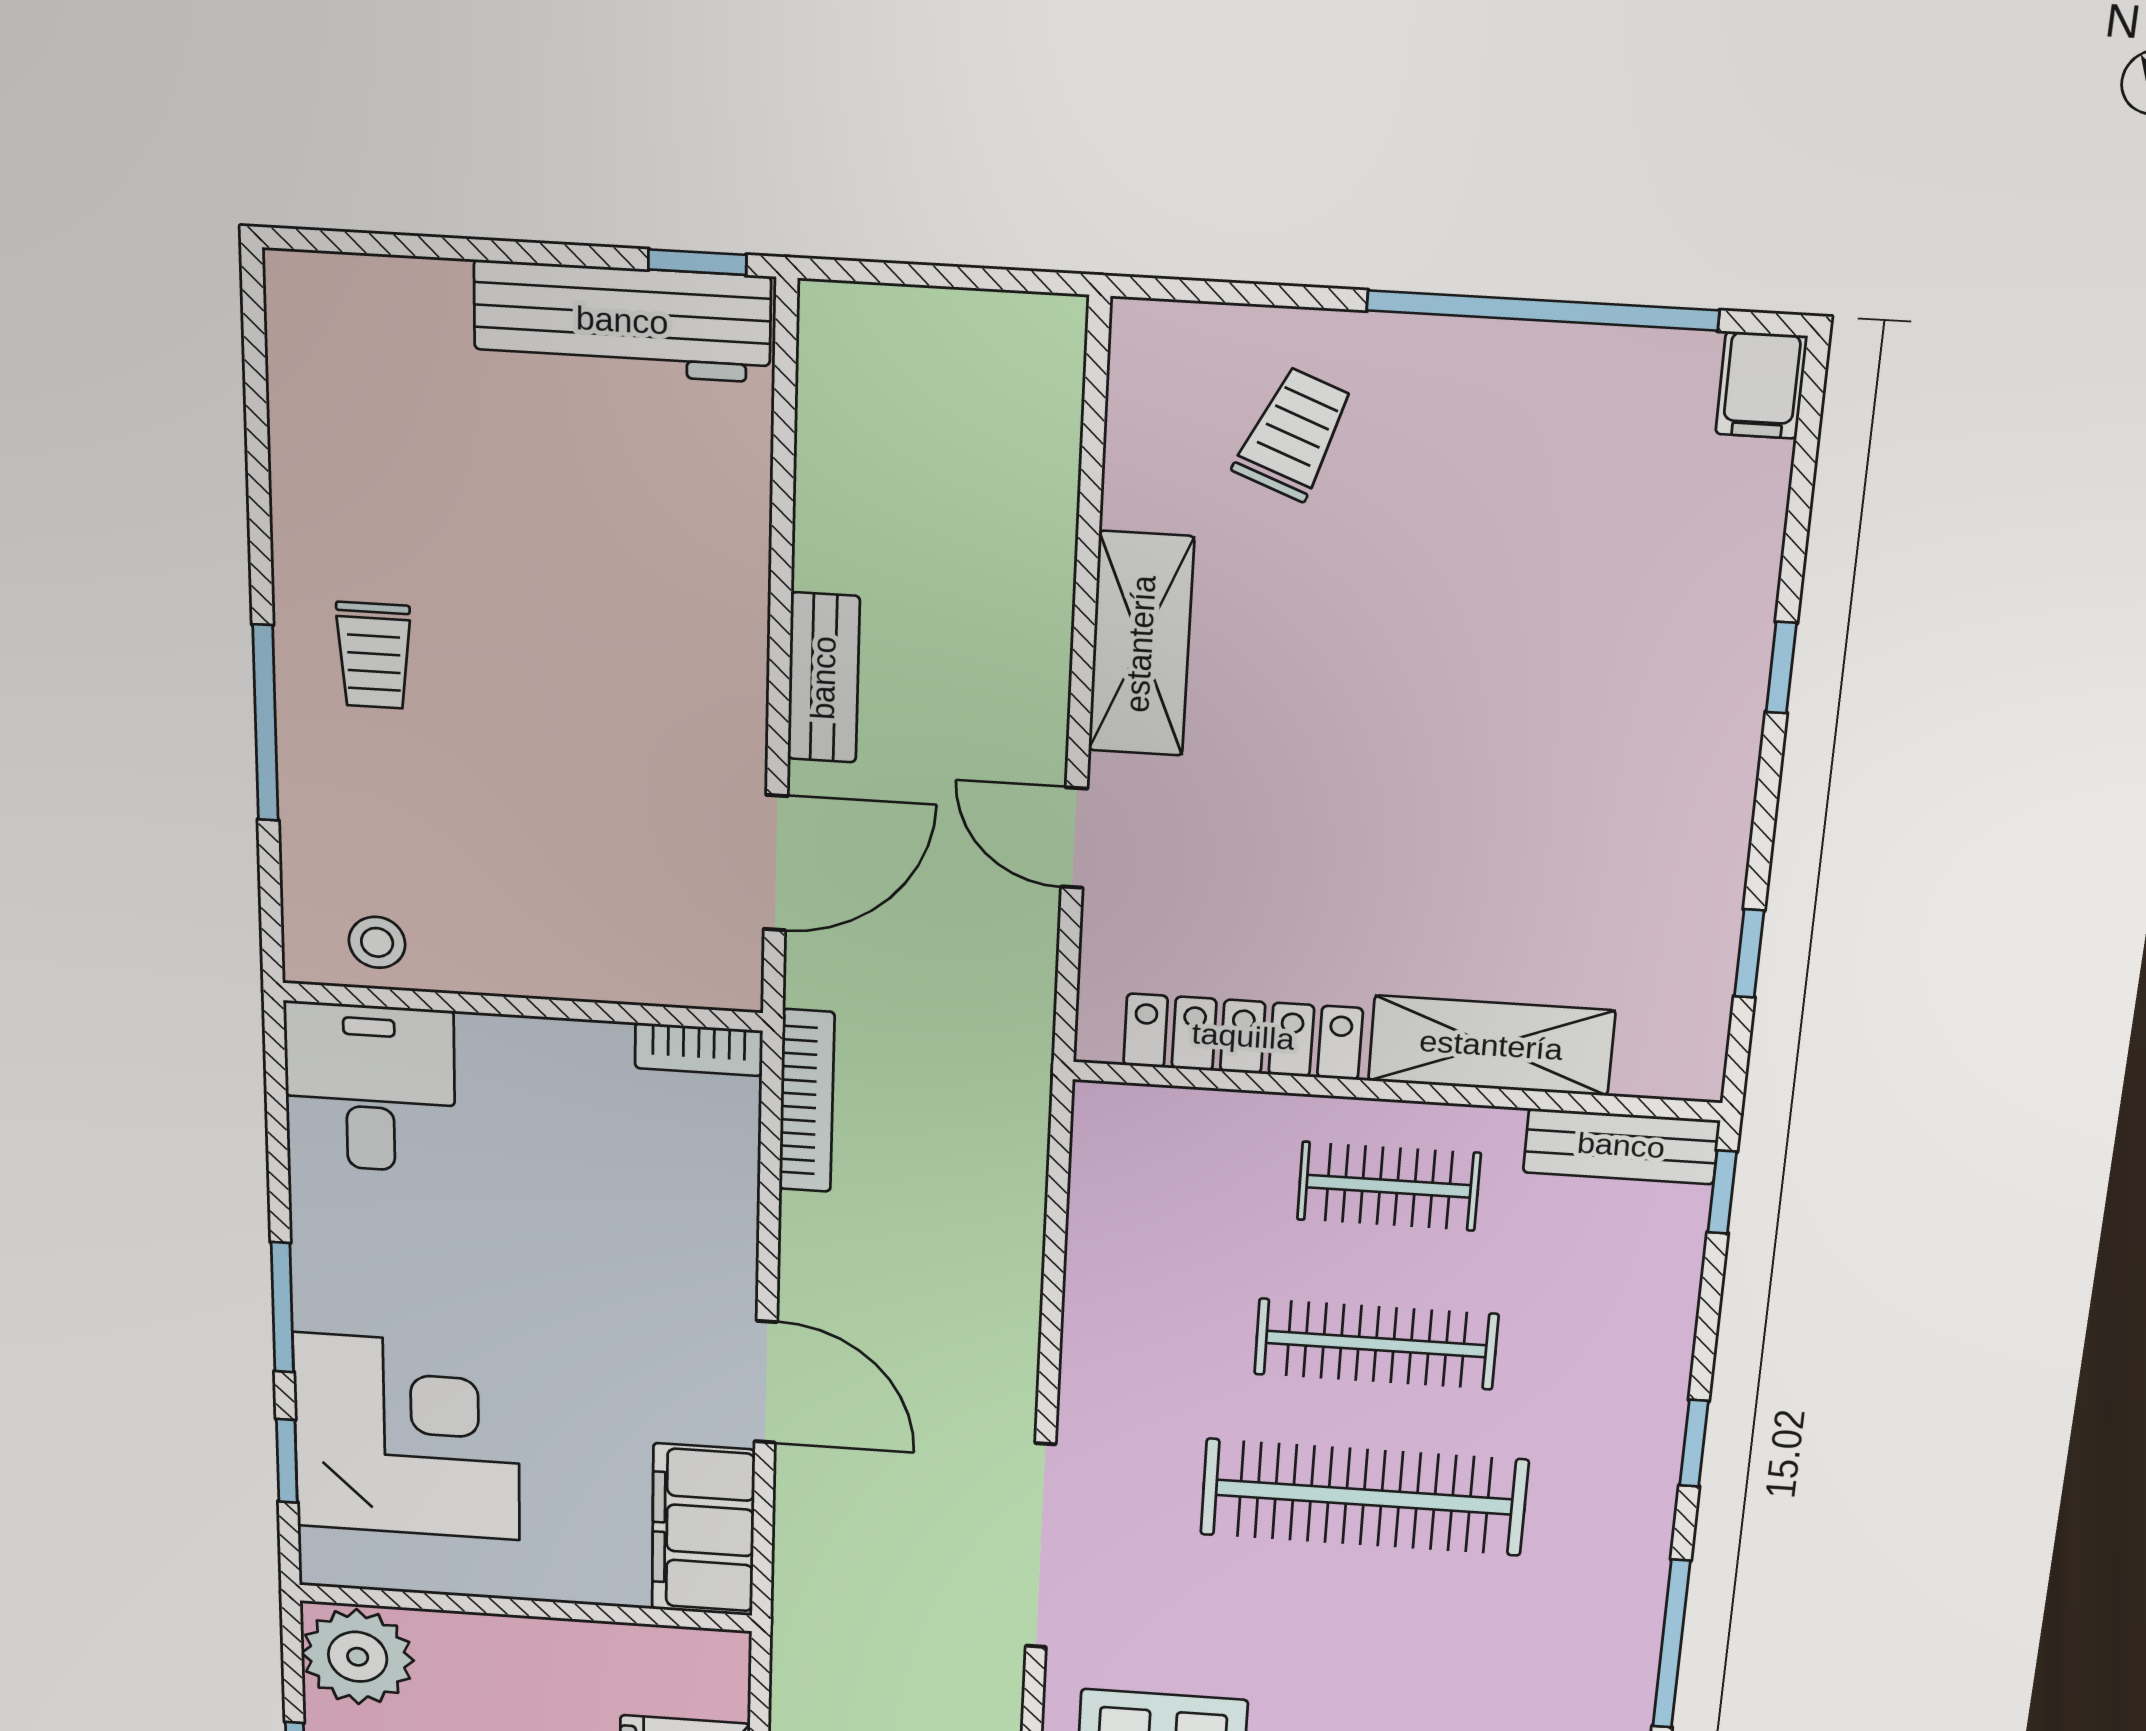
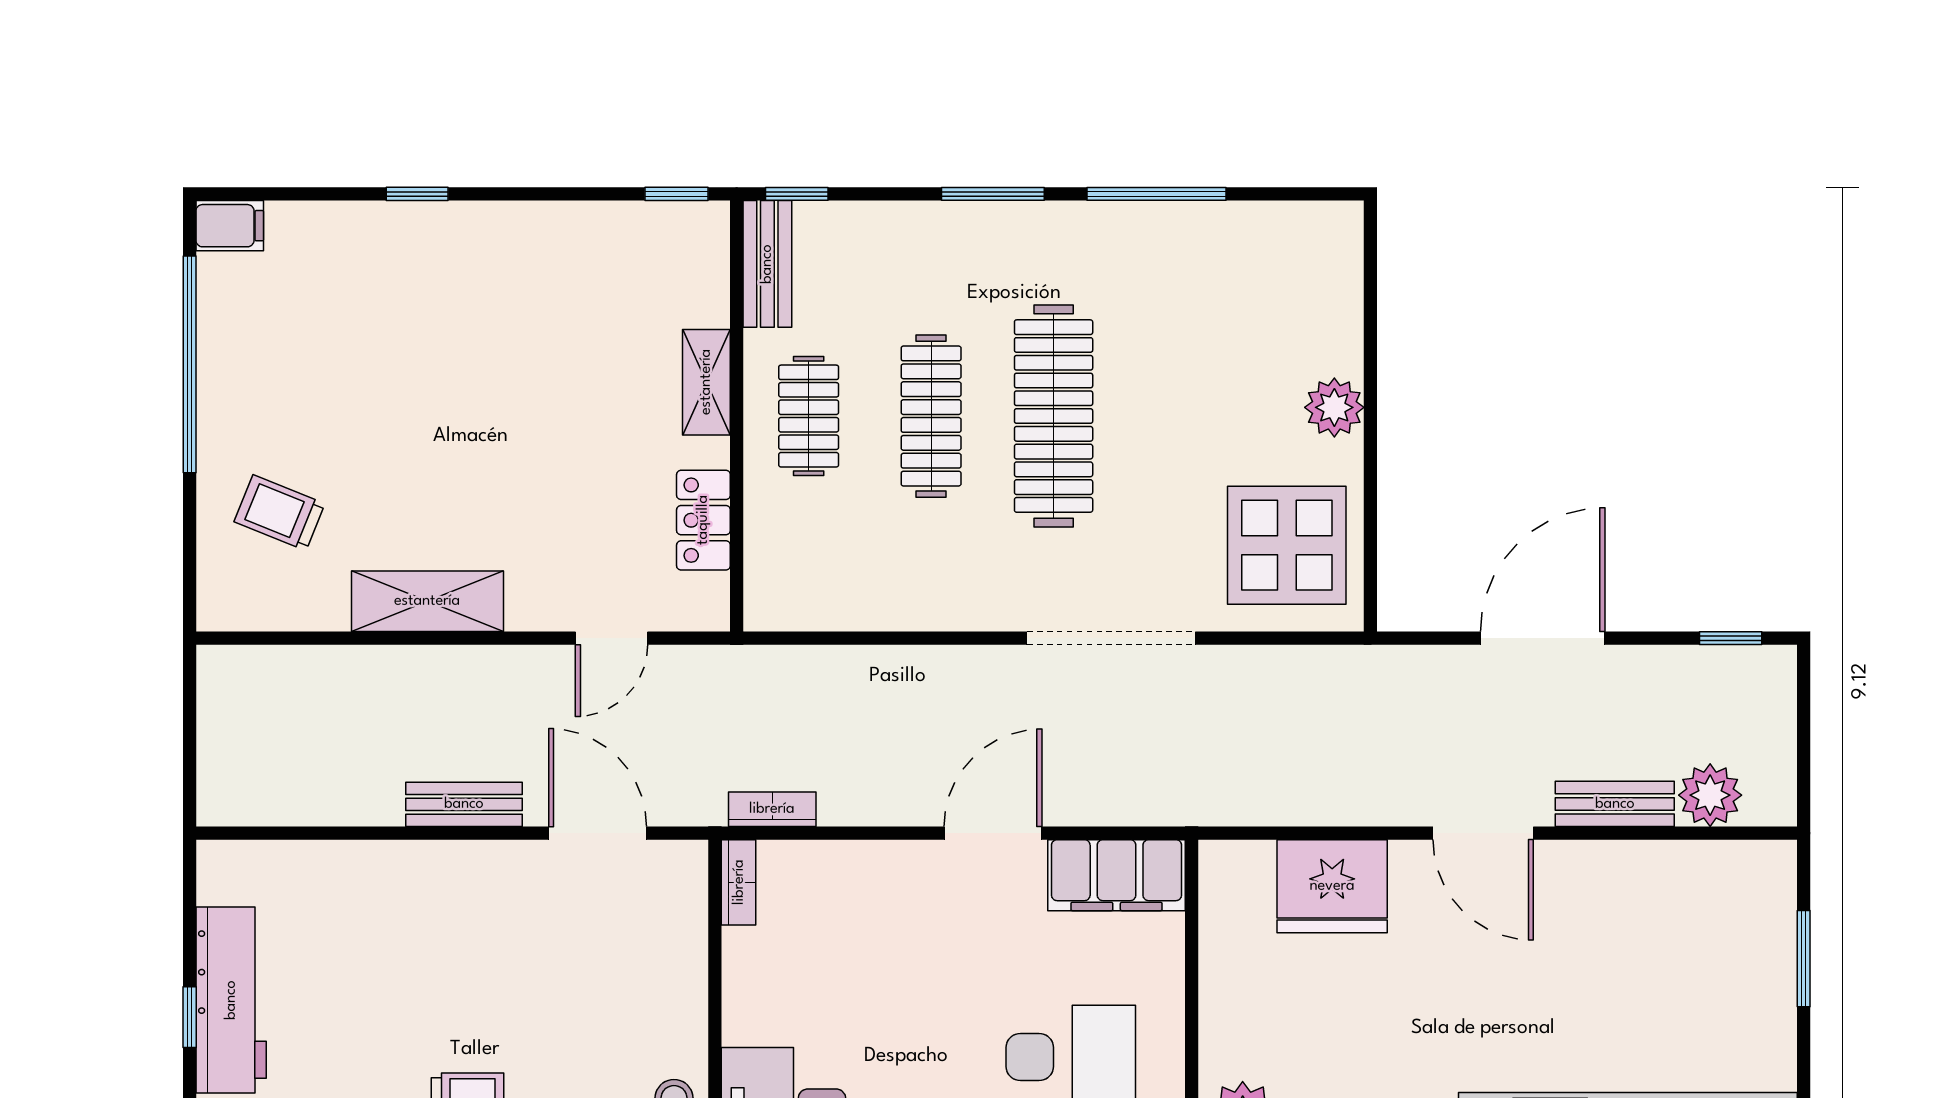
window: (697, 262) -> (190, 1017), moved
workbench: (622, 321) -> (231, 1000), moved
door: (1074, 838) -> (612, 638), moved
window: (1749, 953) -> (677, 194), moved
locker: (1243, 1037) -> (703, 520), width x0.66
shelving: (1491, 1046) -> (706, 382), width x0.67, depth x0.75
bookcase: (807, 1101) -> (772, 809), width x0.64
window: (1694, 1443) -> (993, 194), width x1.50

